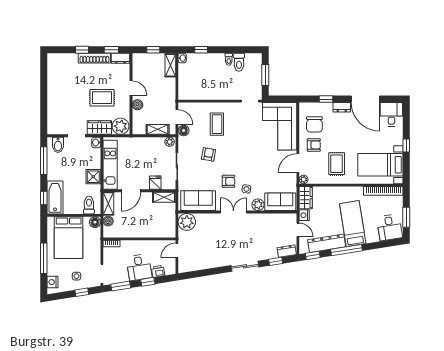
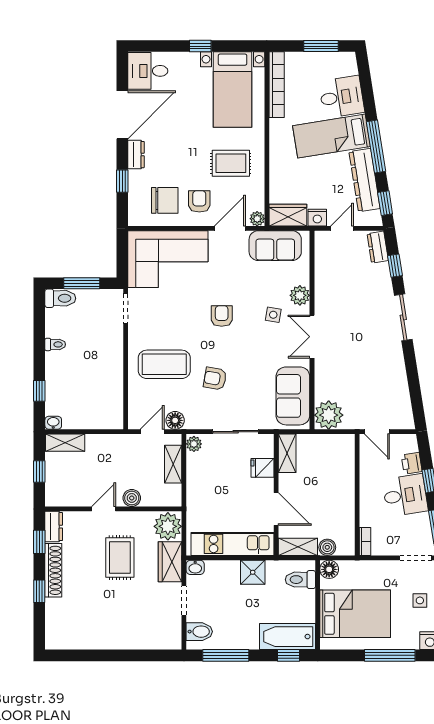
toilet: (239, 62) -> (60, 298), moved
coffee table: (217, 124) -> (164, 364), width x1.36, depth x1.32
door: (298, 163) -> (230, 228), swing flipped
armchair: (229, 181) -> (222, 316), moved
sofa: (280, 202) -> (275, 246), moved, turned -90
desk: (390, 227) -> (342, 97), moved

